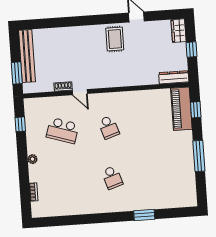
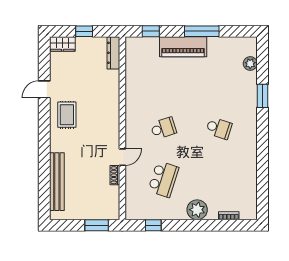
rug: (115, 39) -> (67, 115), turned 90
bench: (27, 56) -> (57, 182), moved, turned 90
piano: (181, 109) -> (183, 47), moved
plant: (32, 159) -> (197, 210), width x1.88, depth x1.88
school desk: (112, 178) -> (219, 128), turned 36
plant: (173, 202) -> (250, 64), added

